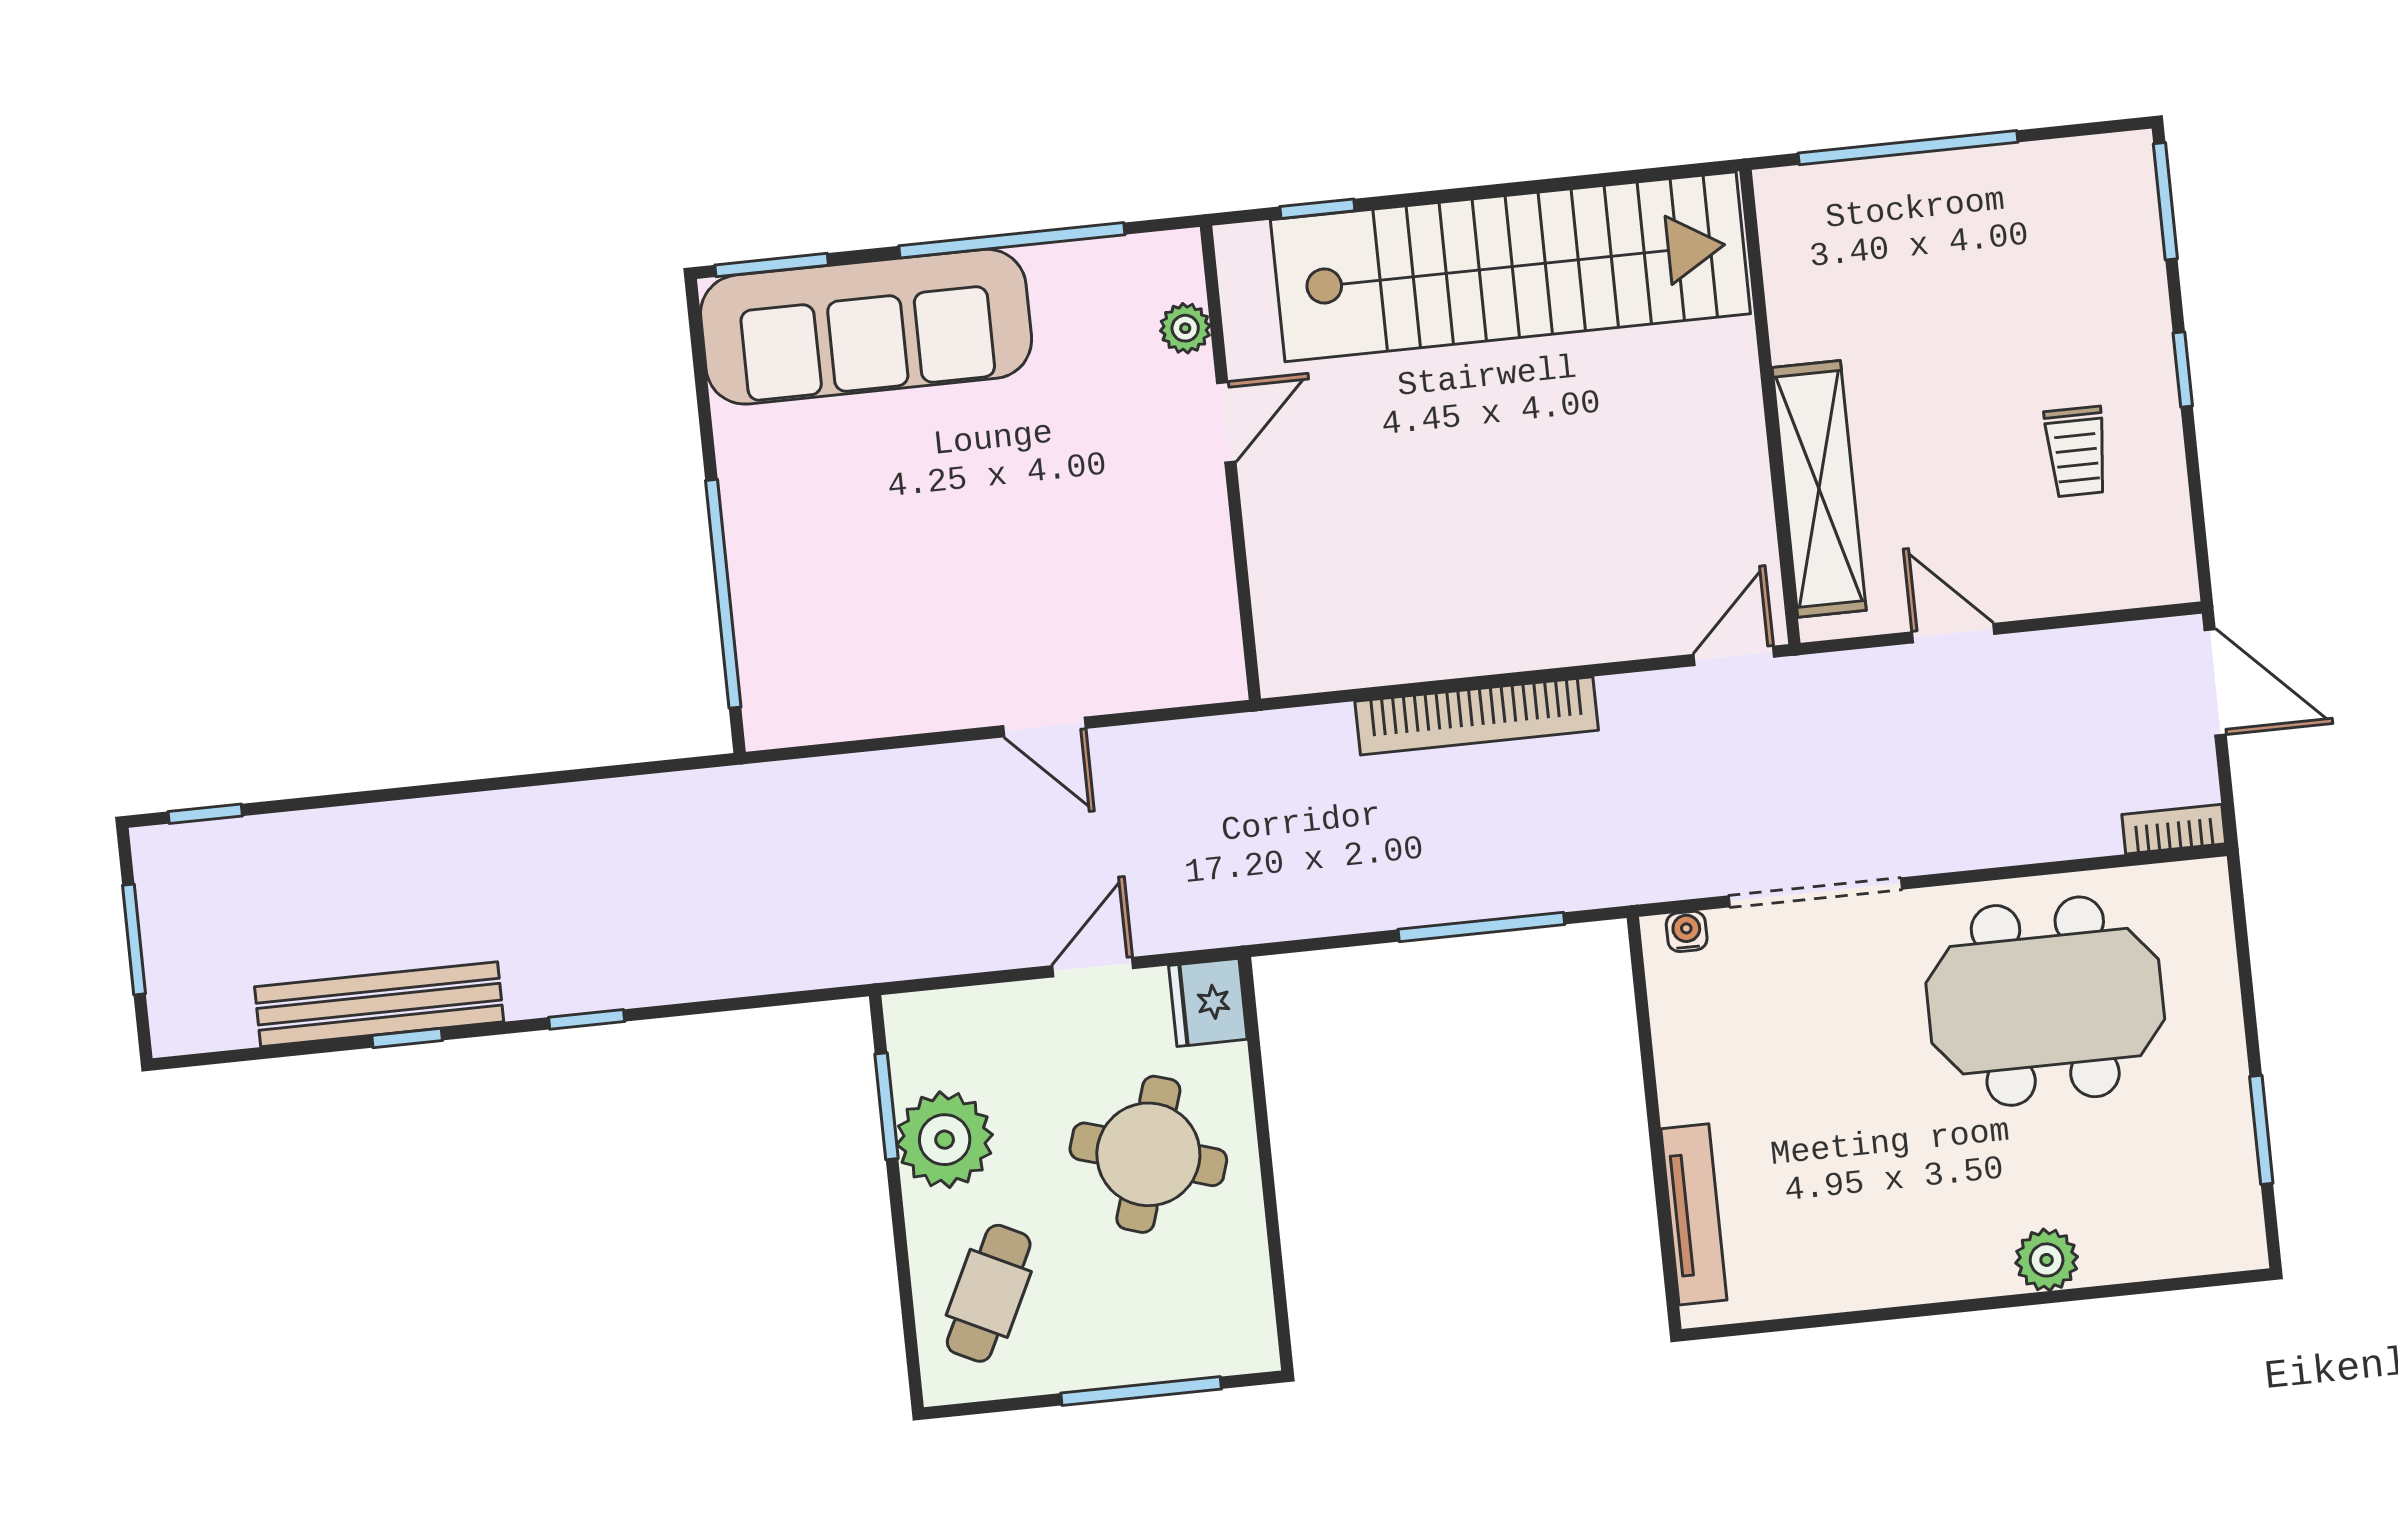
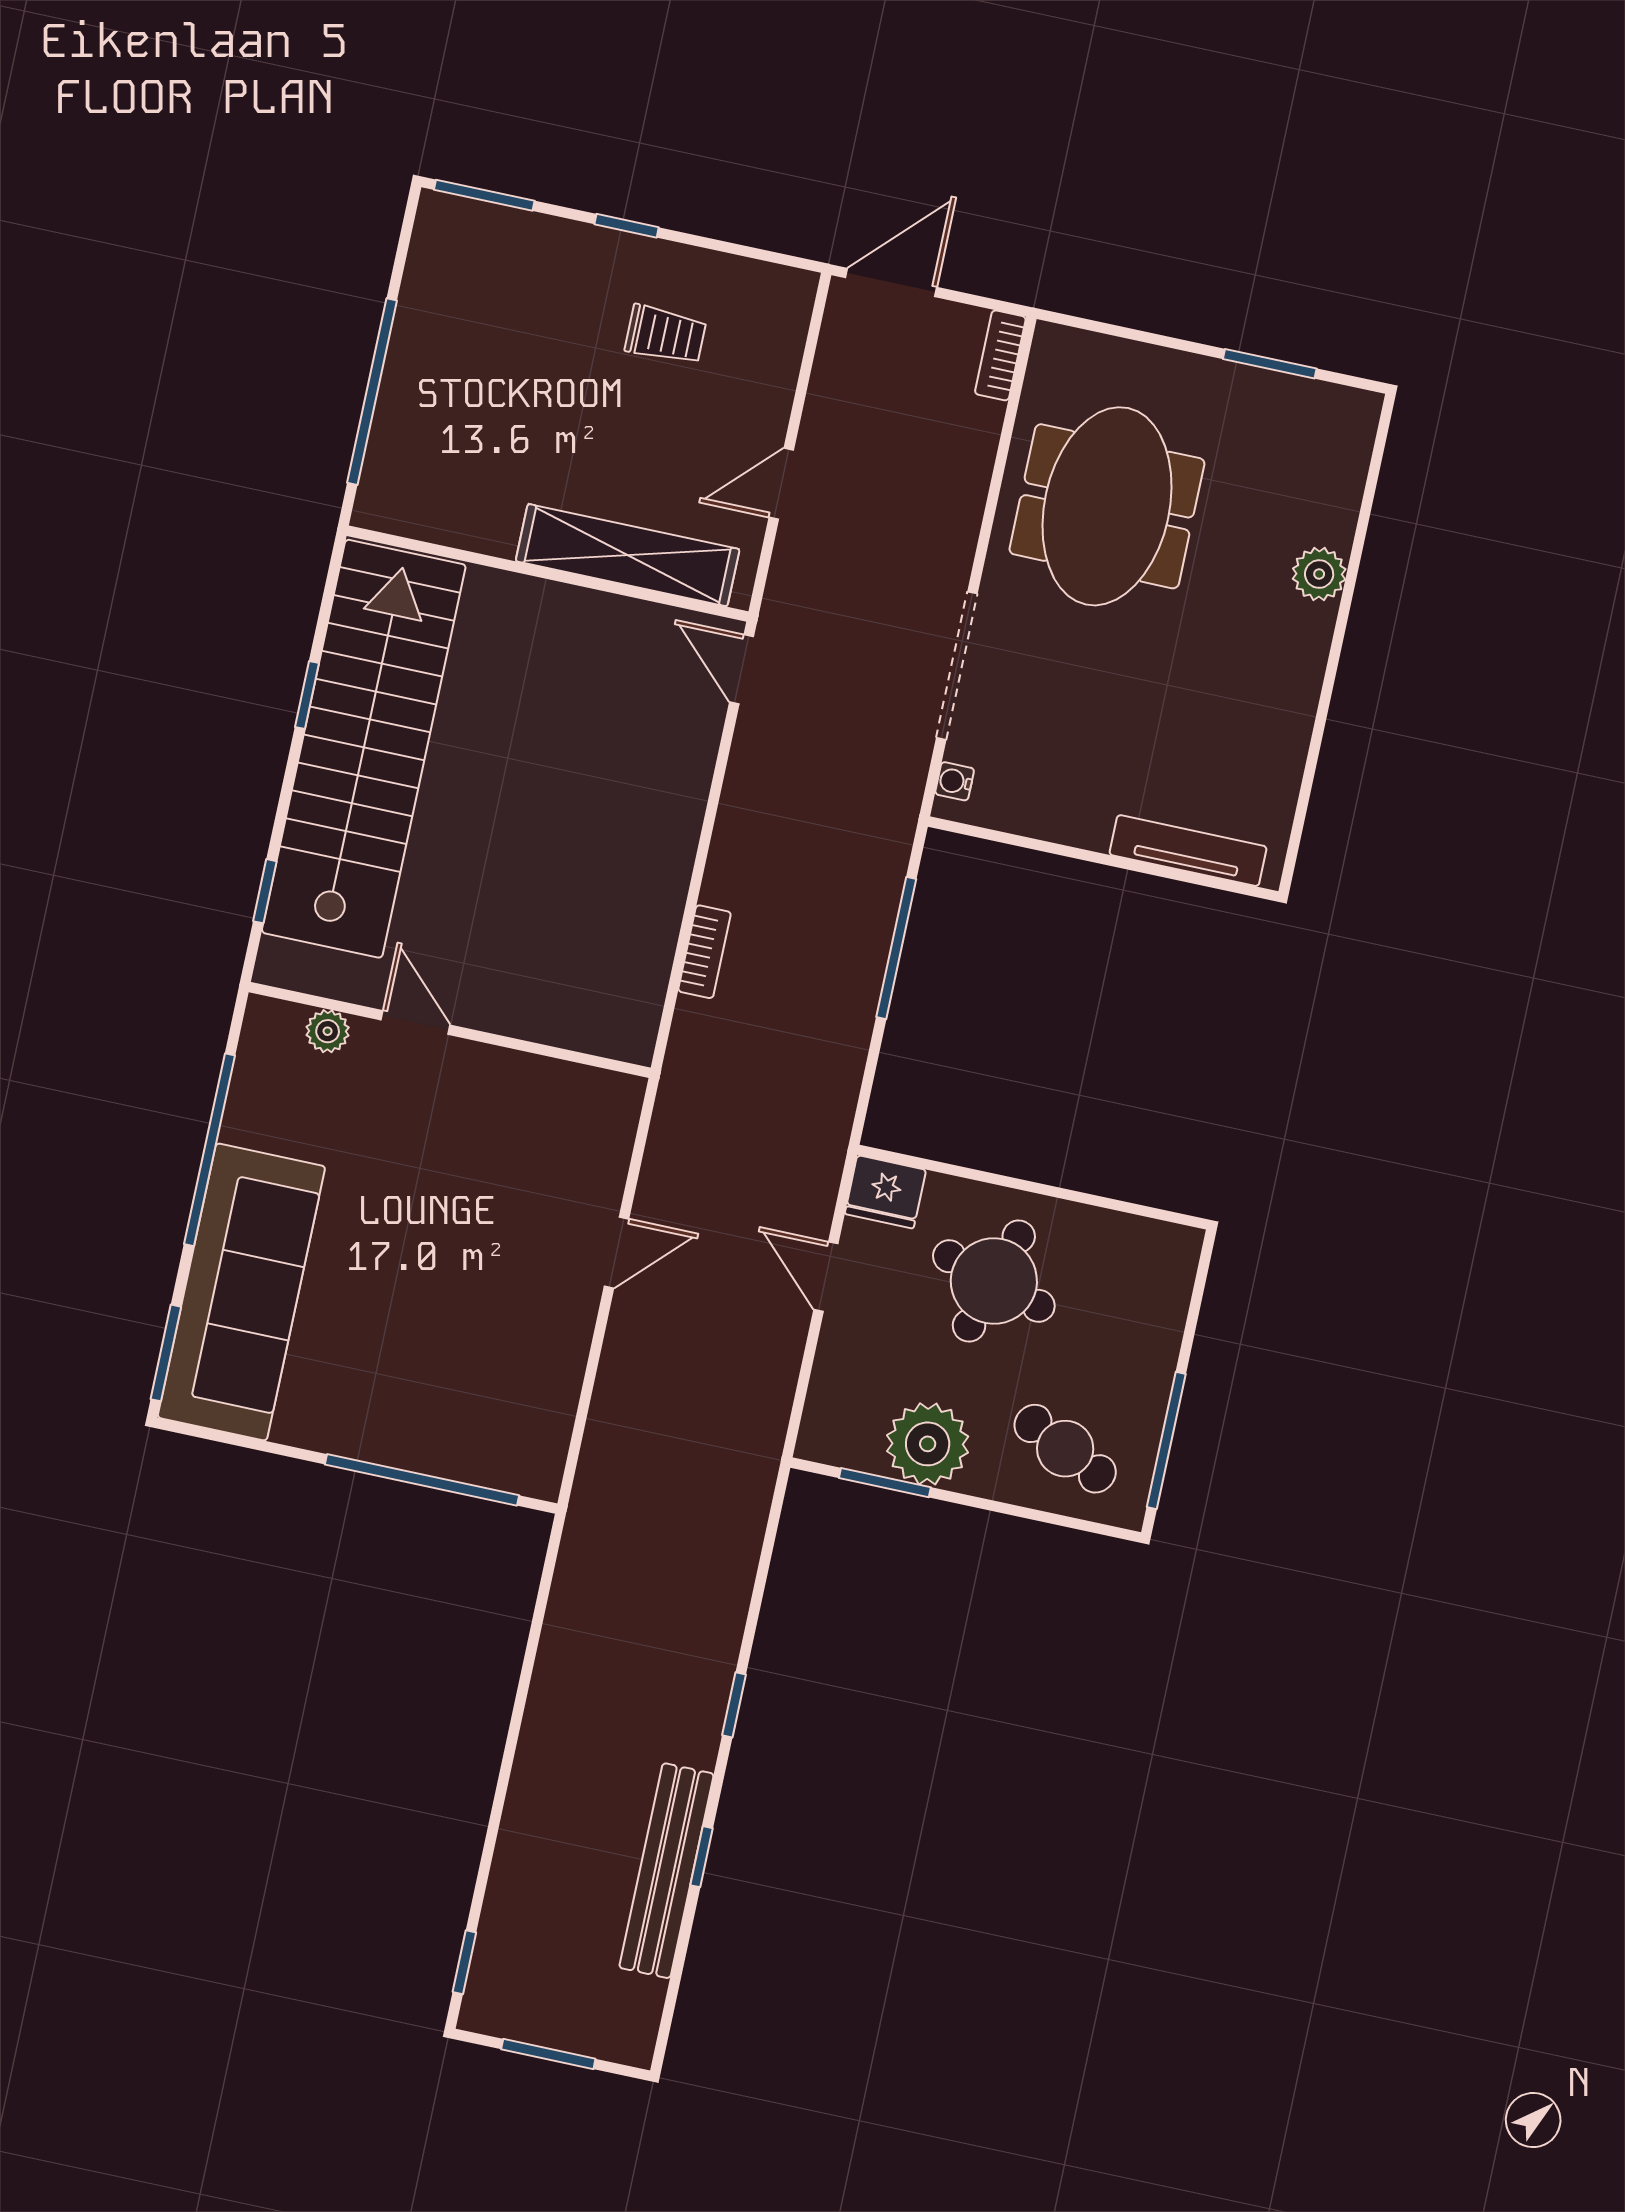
window: (1549, 185) -> (307, 695), added
bookcase: (1477, 716) -> (705, 952), width x0.43, depth x0.76
window: (1141, 1391) -> (1166, 1441), moved

